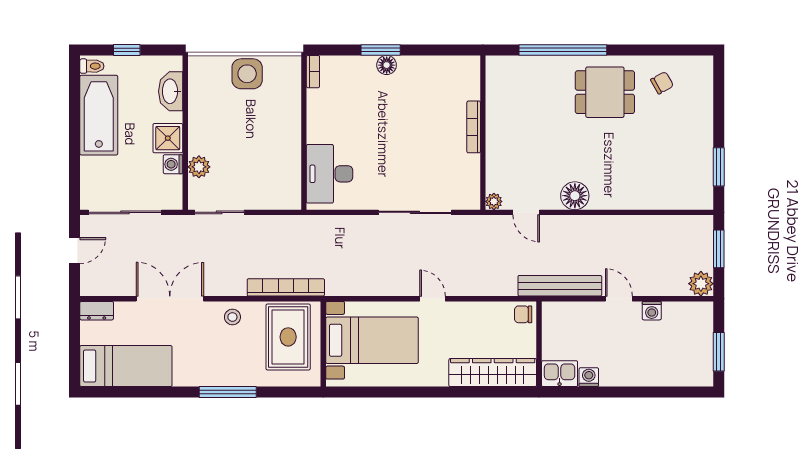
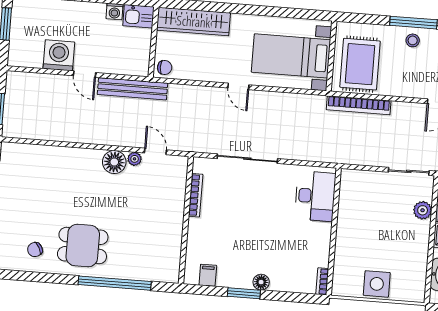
window: (381, 50) -> (244, 293), moved
filing cabinet: (451, 68) -> (208, 275), added
bookcase: (474, 127) -> (196, 195), moved
plant: (494, 201) -> (135, 159), moved
plant: (701, 284) -> (16, 81), removed
washing machine: (652, 311) -> (59, 55), width x1.89, depth x1.89
stool: (232, 317) -> (413, 40), moved

